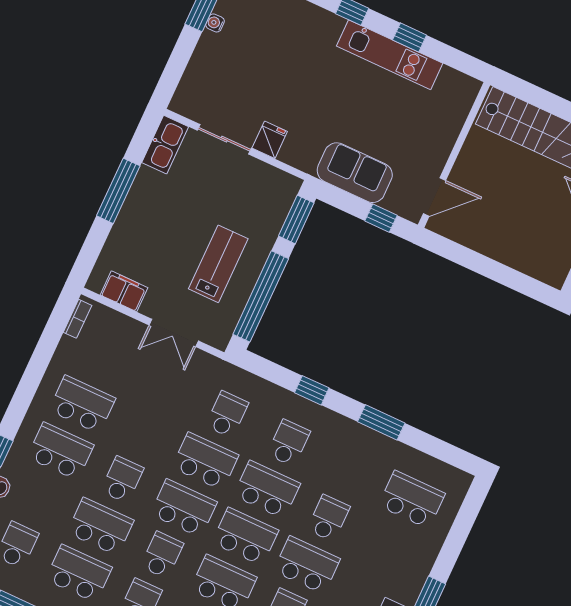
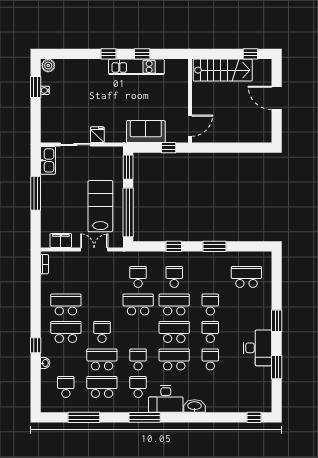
lab bench: (218, 264) -> (100, 206), width x1.36, depth x1.39
double door: (174, 333) -> (94, 249), swing flipped
school desk: (184, 508) -> (138, 332), removed
school desk: (307, 565) -> (210, 332), width x0.54

